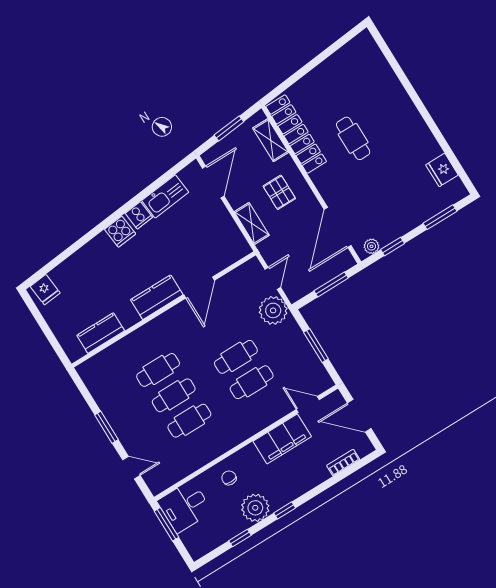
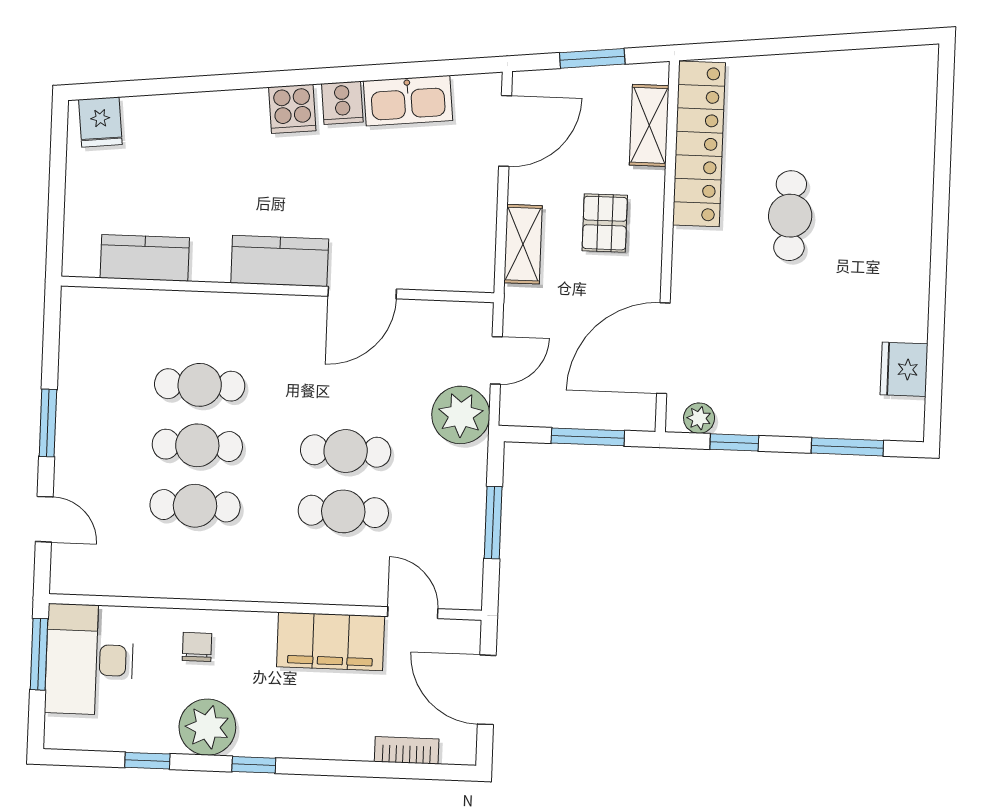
desk: (185, 506) -> (90, 660), width x1.37

